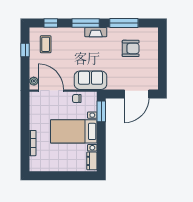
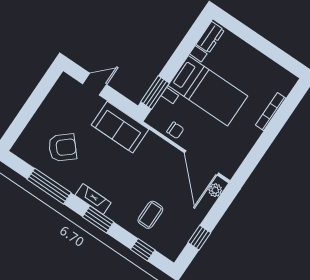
window: (86, 23) -> (98, 219), width x0.69
coffee table: (46, 44) -> (150, 215), moved
armchair: (131, 48) -> (62, 148), turned 139
sofa: (91, 80) -> (120, 127), moved
door: (137, 94) -> (95, 84), width x0.53

